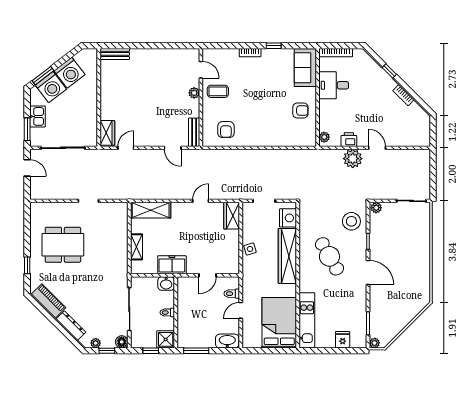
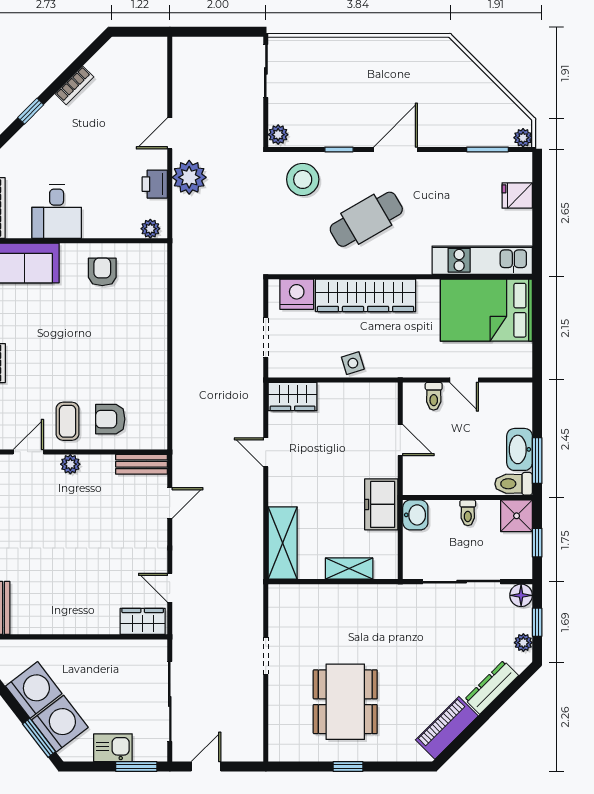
armchair: (226, 130) -> (110, 419), moved, turned 180
window: (27, 265) -> (348, 767), moved
toilet: (183, 338) -> (514, 484), added
washbasin: (227, 341) -> (520, 449), moved

